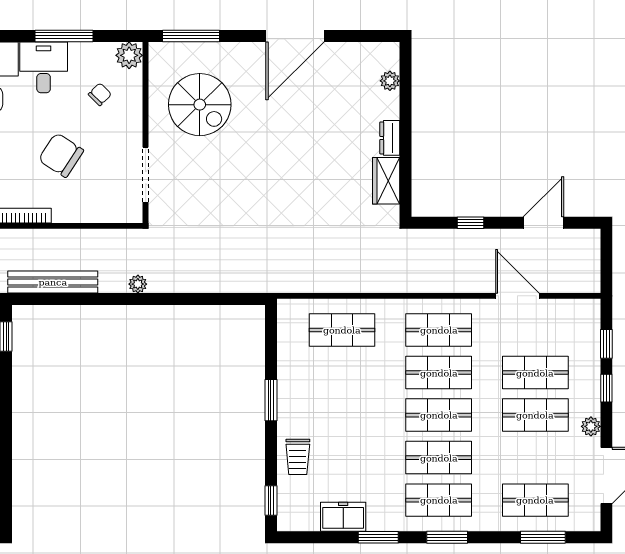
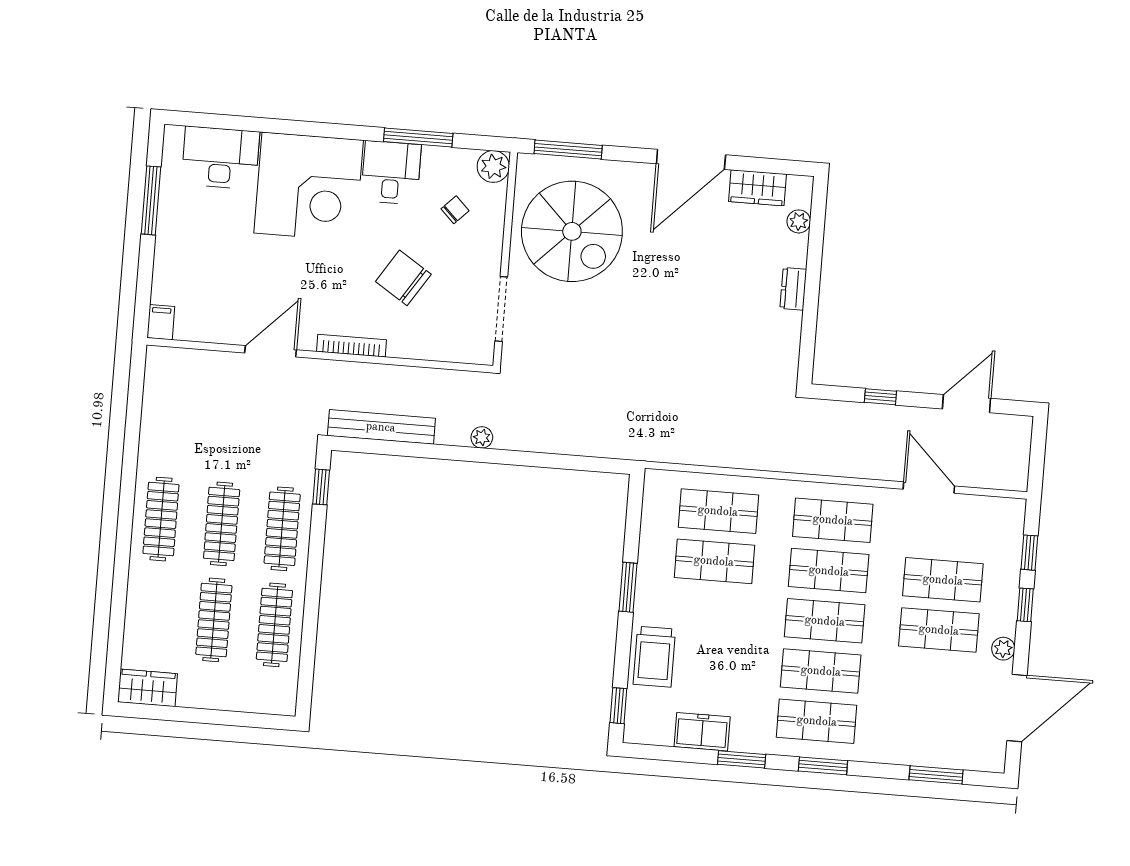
spiral stairs: (200, 105) -> (572, 231), width x1.37, depth x1.37
wardrobe: (386, 181) -> (758, 188), moved, turned -90
trolley: (298, 457) -> (654, 657), width x1.36, depth x1.39
shop shelf: (535, 500) -> (714, 561), moved

